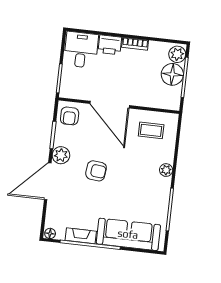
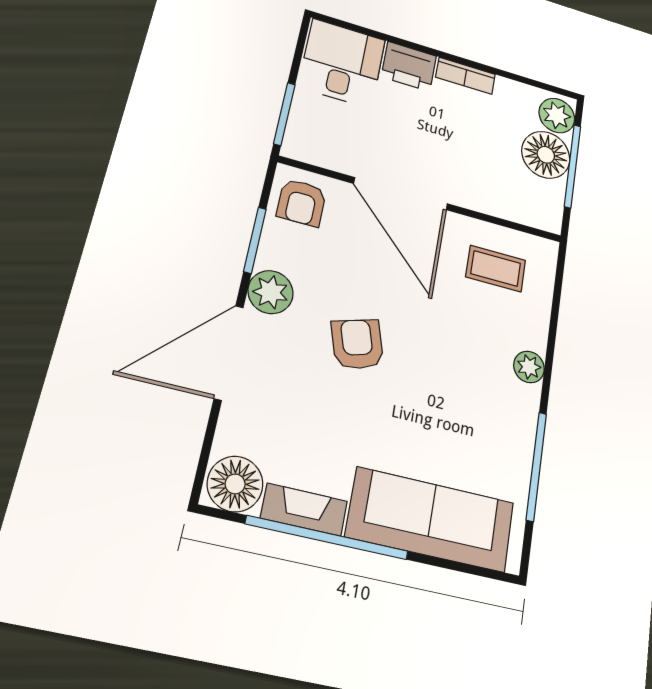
armchair: (96, 171) -> (357, 344), turned -113
floor lamp: (50, 233) -> (235, 484), width x1.89, depth x1.89

